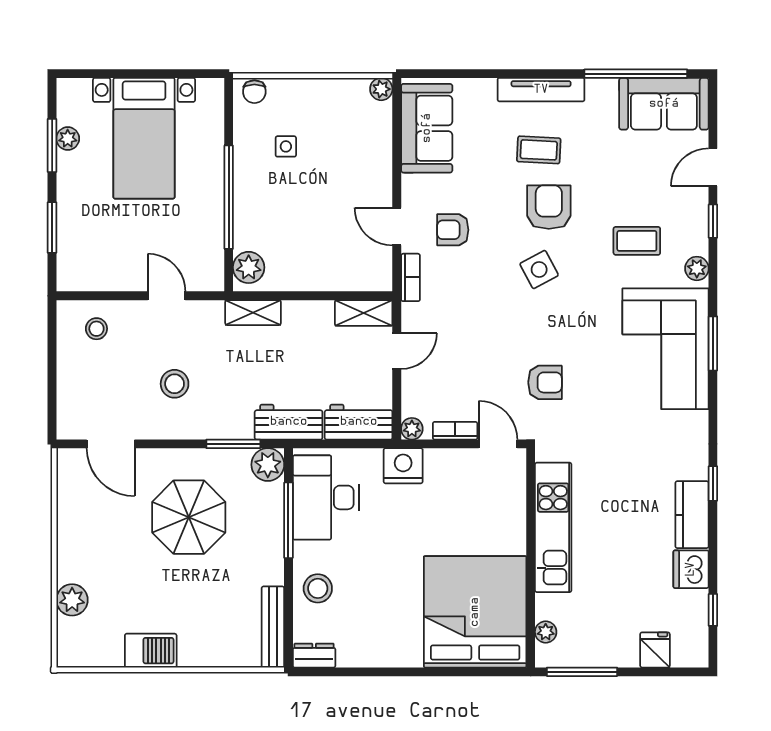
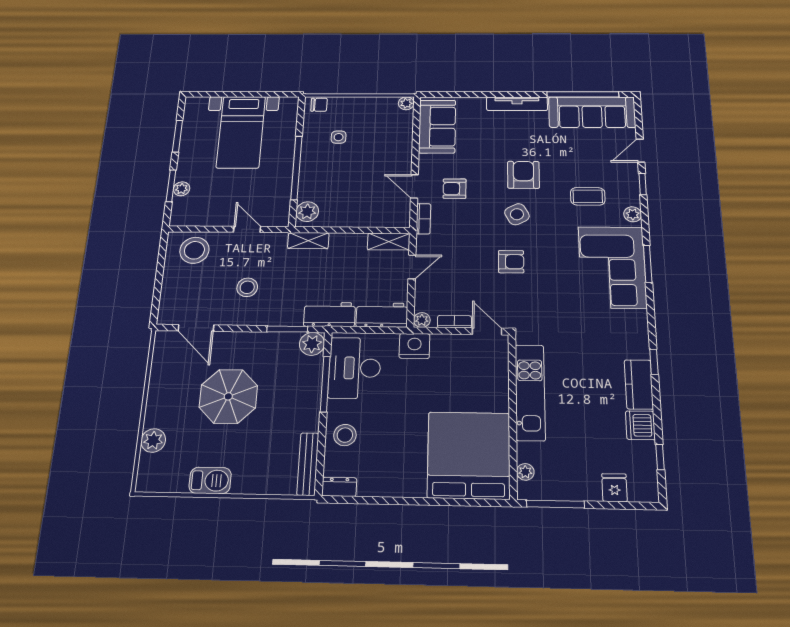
chair: (254, 92) -> (319, 105), turned -90
sofa: (664, 104) -> (592, 112), width x1.36
plant: (68, 139) -> (182, 189), moved
coffee table: (539, 150) -> (516, 140), removed
stool: (96, 329) -> (194, 250), width x1.89, depth x1.89
armchair: (545, 382) -> (511, 262), moved
parasol: (189, 517) -> (228, 396), moved

